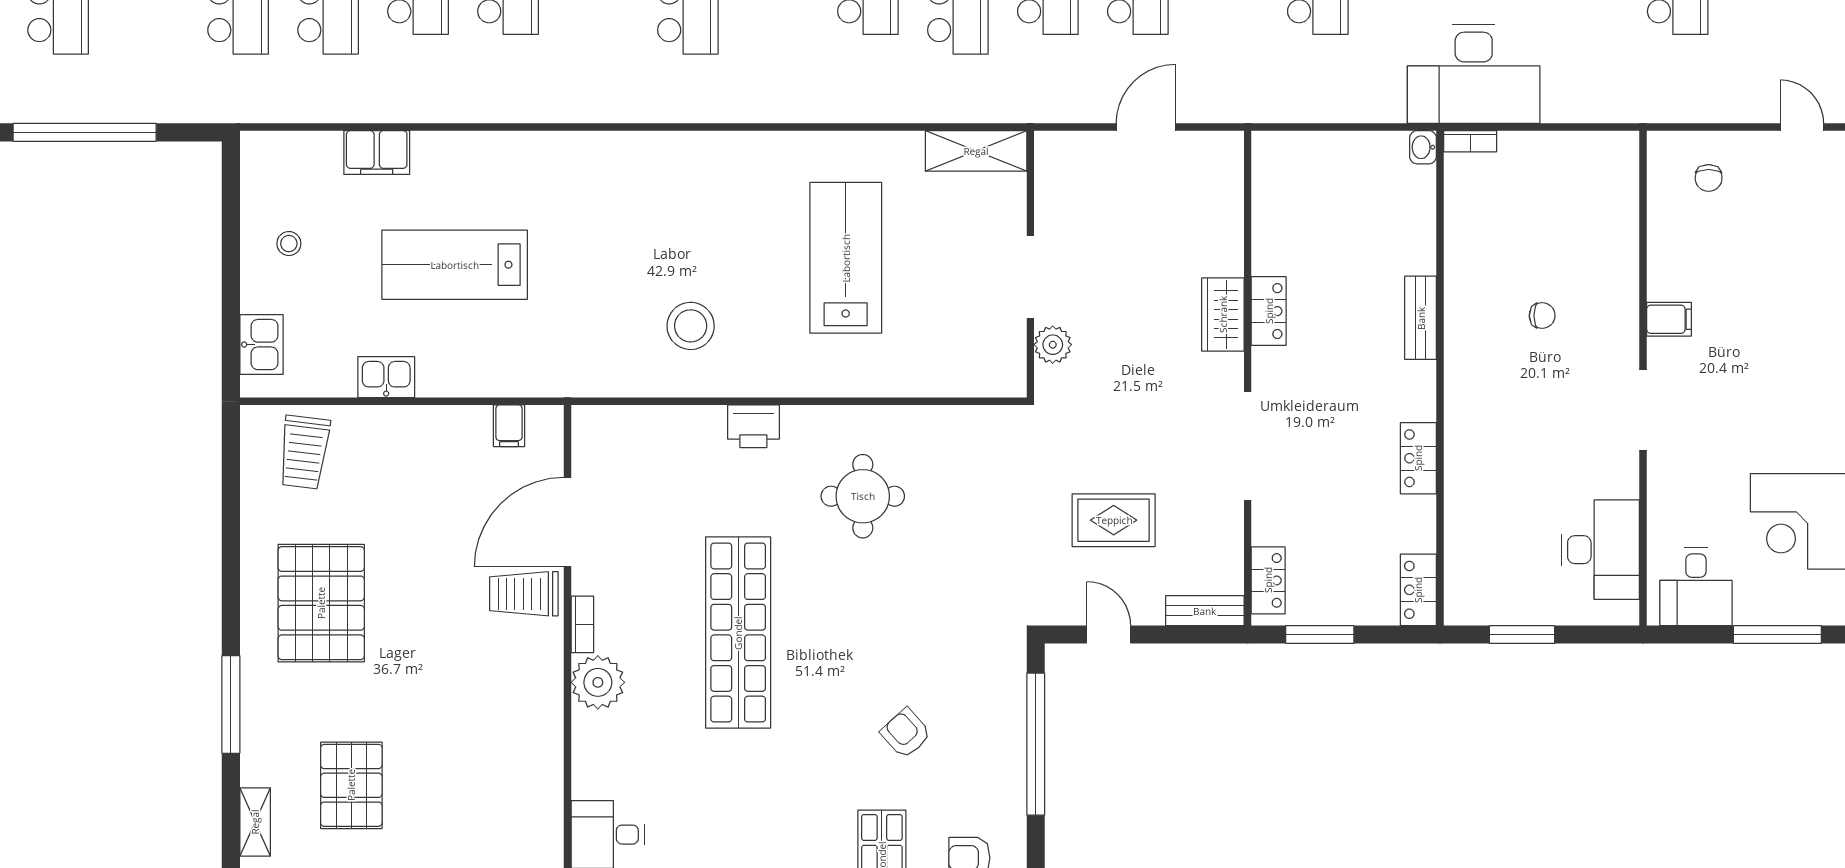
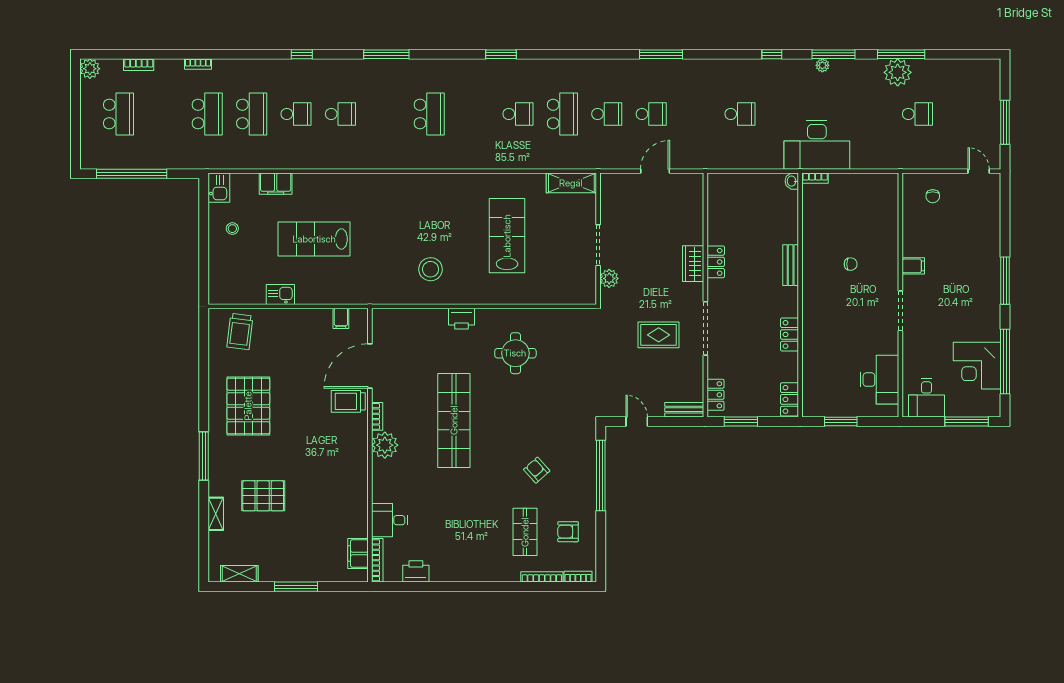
kitchen sink: (261, 345) -> (219, 188), moved
rug: (1114, 520) -> (659, 335), moved
pallet: (351, 785) -> (263, 496), turned 90

